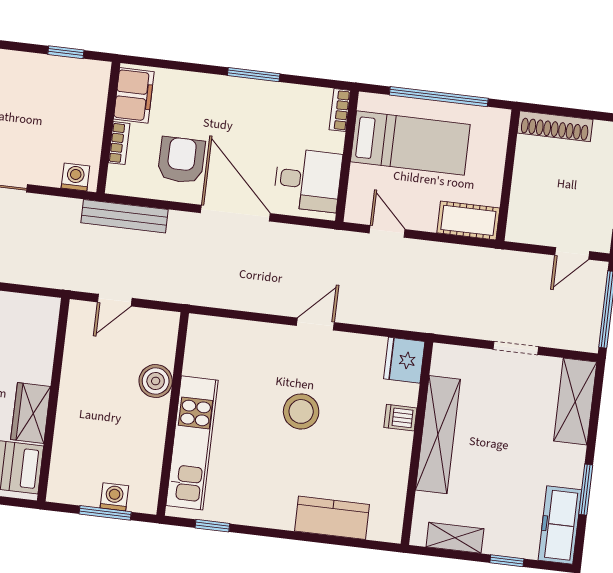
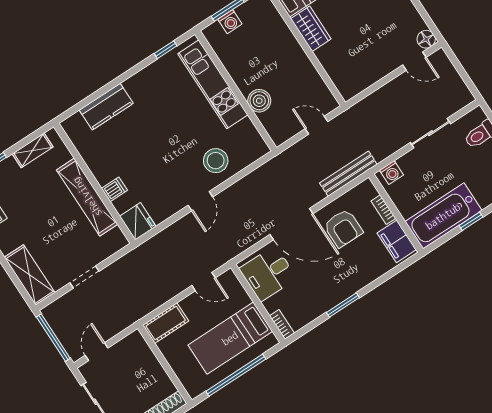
window: (66, 52) -> (471, 221), moved
bathtub: (58, 80) -> (443, 216), added
door: (115, 300) -> (316, 125), hinge flipped
stool: (301, 411) -> (216, 161), moved

